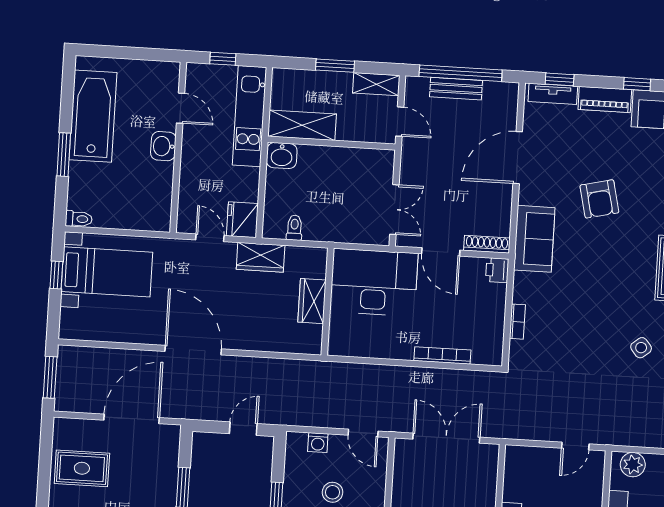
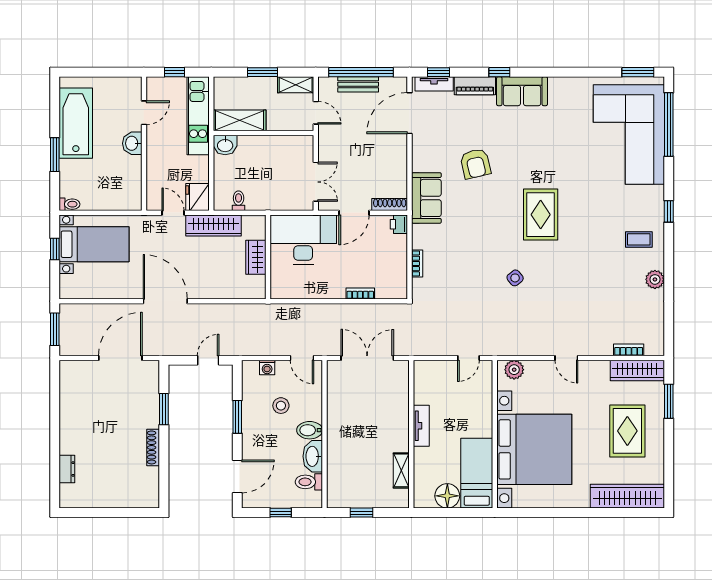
door: (181, 108) -> (144, 113), hinge flipped
door: (518, 158) -> (410, 113), moved
door: (441, 252) -> (354, 213), hinge flipped
wardrobe: (261, 257) -> (213, 225), width x1.50
bookcase: (442, 355) -> (360, 293), width x0.64
rug: (82, 468) -> (84, 399), removed

